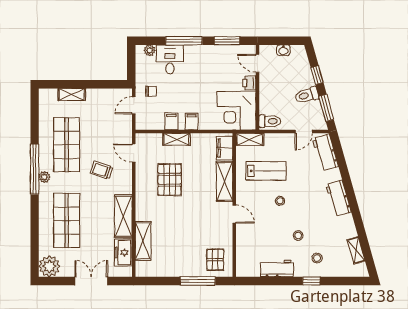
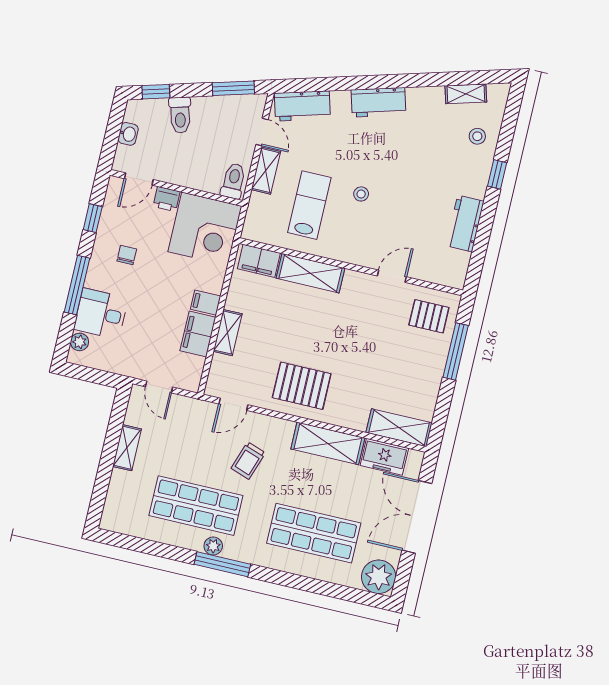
window: (227, 41) -> (93, 218), width x0.67
window: (317, 75) -> (156, 92), moved
chair: (151, 91) -> (127, 255), moved
shelving: (72, 94) -> (127, 448), moved
toilet: (307, 95) -> (180, 115), moved
filing cabinet: (171, 121) -> (198, 334), width x2.00
shelving: (250, 139) -> (266, 171), moved
window: (35, 169) -> (222, 564), width x0.68
plant: (44, 177) -> (213, 546), moved
pallet: (170, 180) -> (302, 386), moved
door: (234, 214) -> (392, 276), moved
stool: (298, 236) -> (422, 179), removed
shelving: (143, 241) -> (399, 428), moved
stool: (317, 258) -> (477, 136), moved
double door: (91, 281) -> (417, 517), width x1.37

